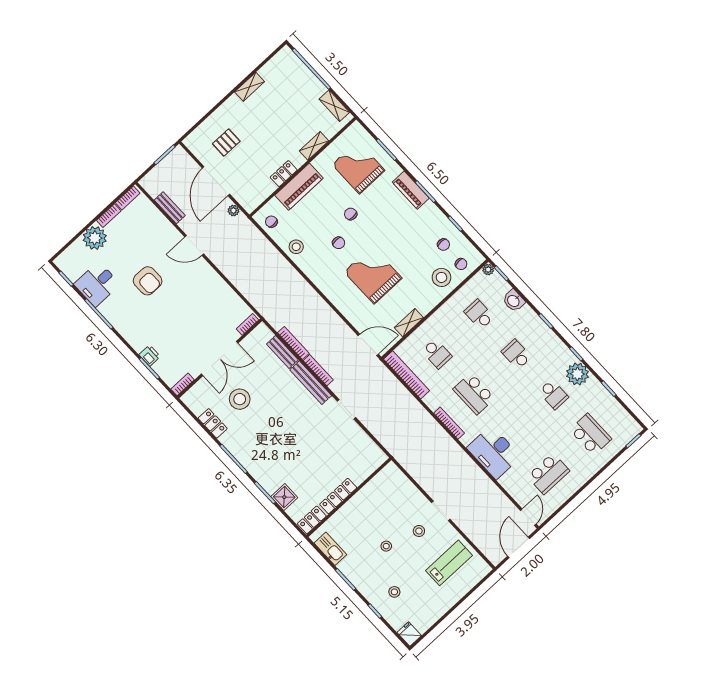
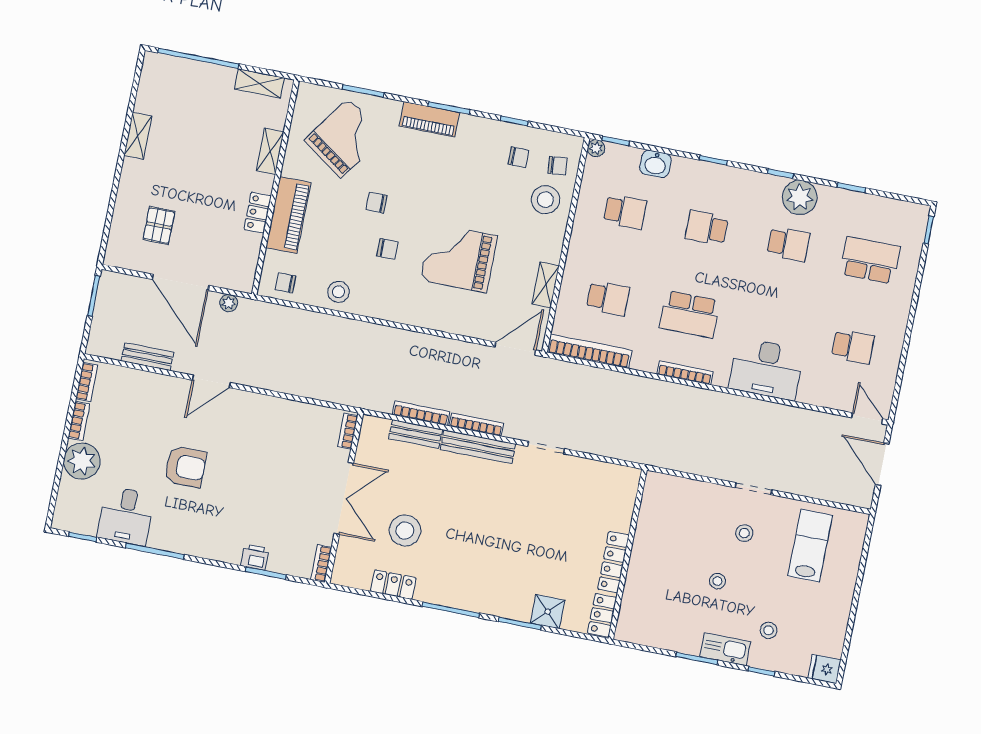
grand piano: (358, 167) -> (345, 138), turned 125
school desk: (479, 314) -> (625, 212), turned 180
school desk: (548, 474) -> (853, 347), width x0.54
kitchen sink: (330, 549) -> (725, 649), moved

